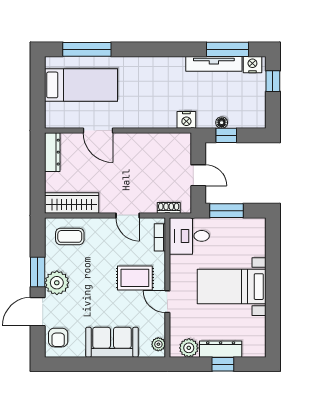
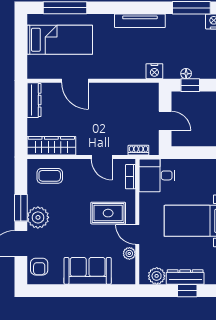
tv unit: (214, 64) -> (140, 21), moved
window: (226, 211) -> (190, 153), removed
plant: (158, 344) -> (129, 253), moved

